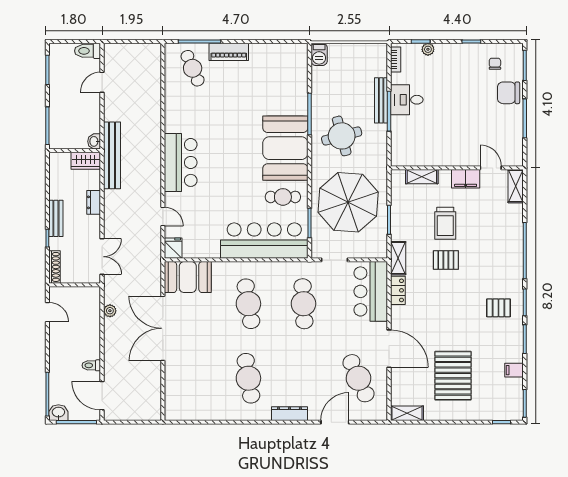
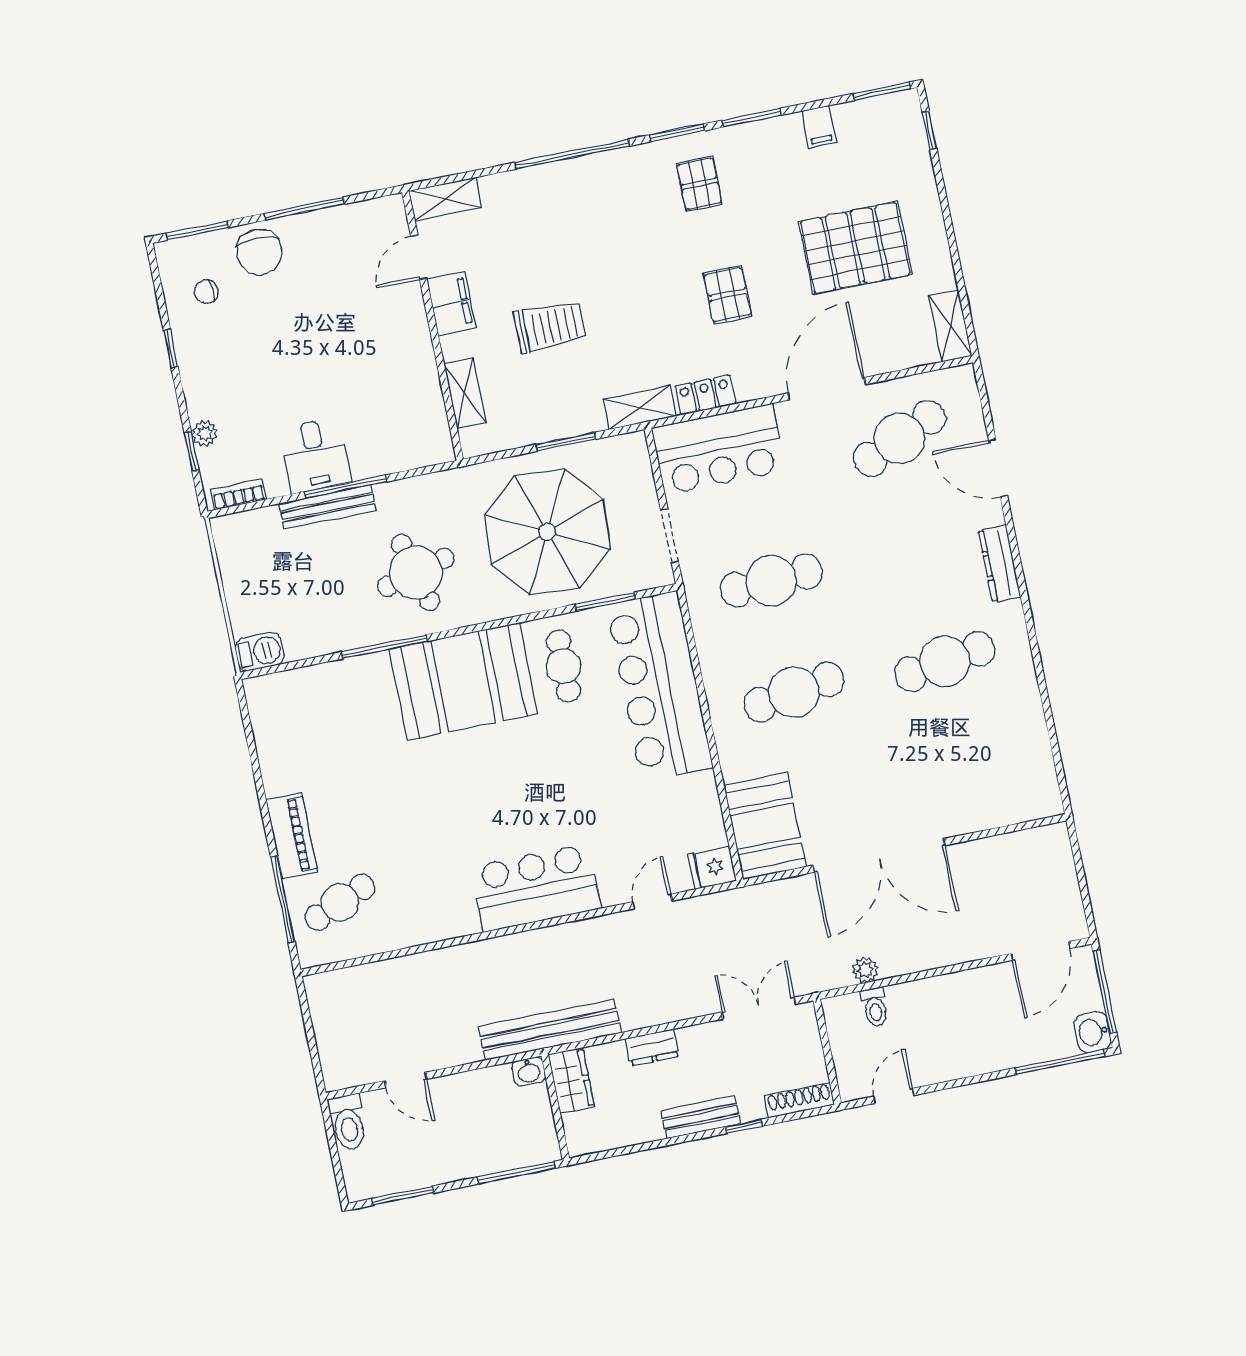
pallet: (446, 260) -> (728, 295), moved
toilet: (91, 365) -> (875, 1007), moved

